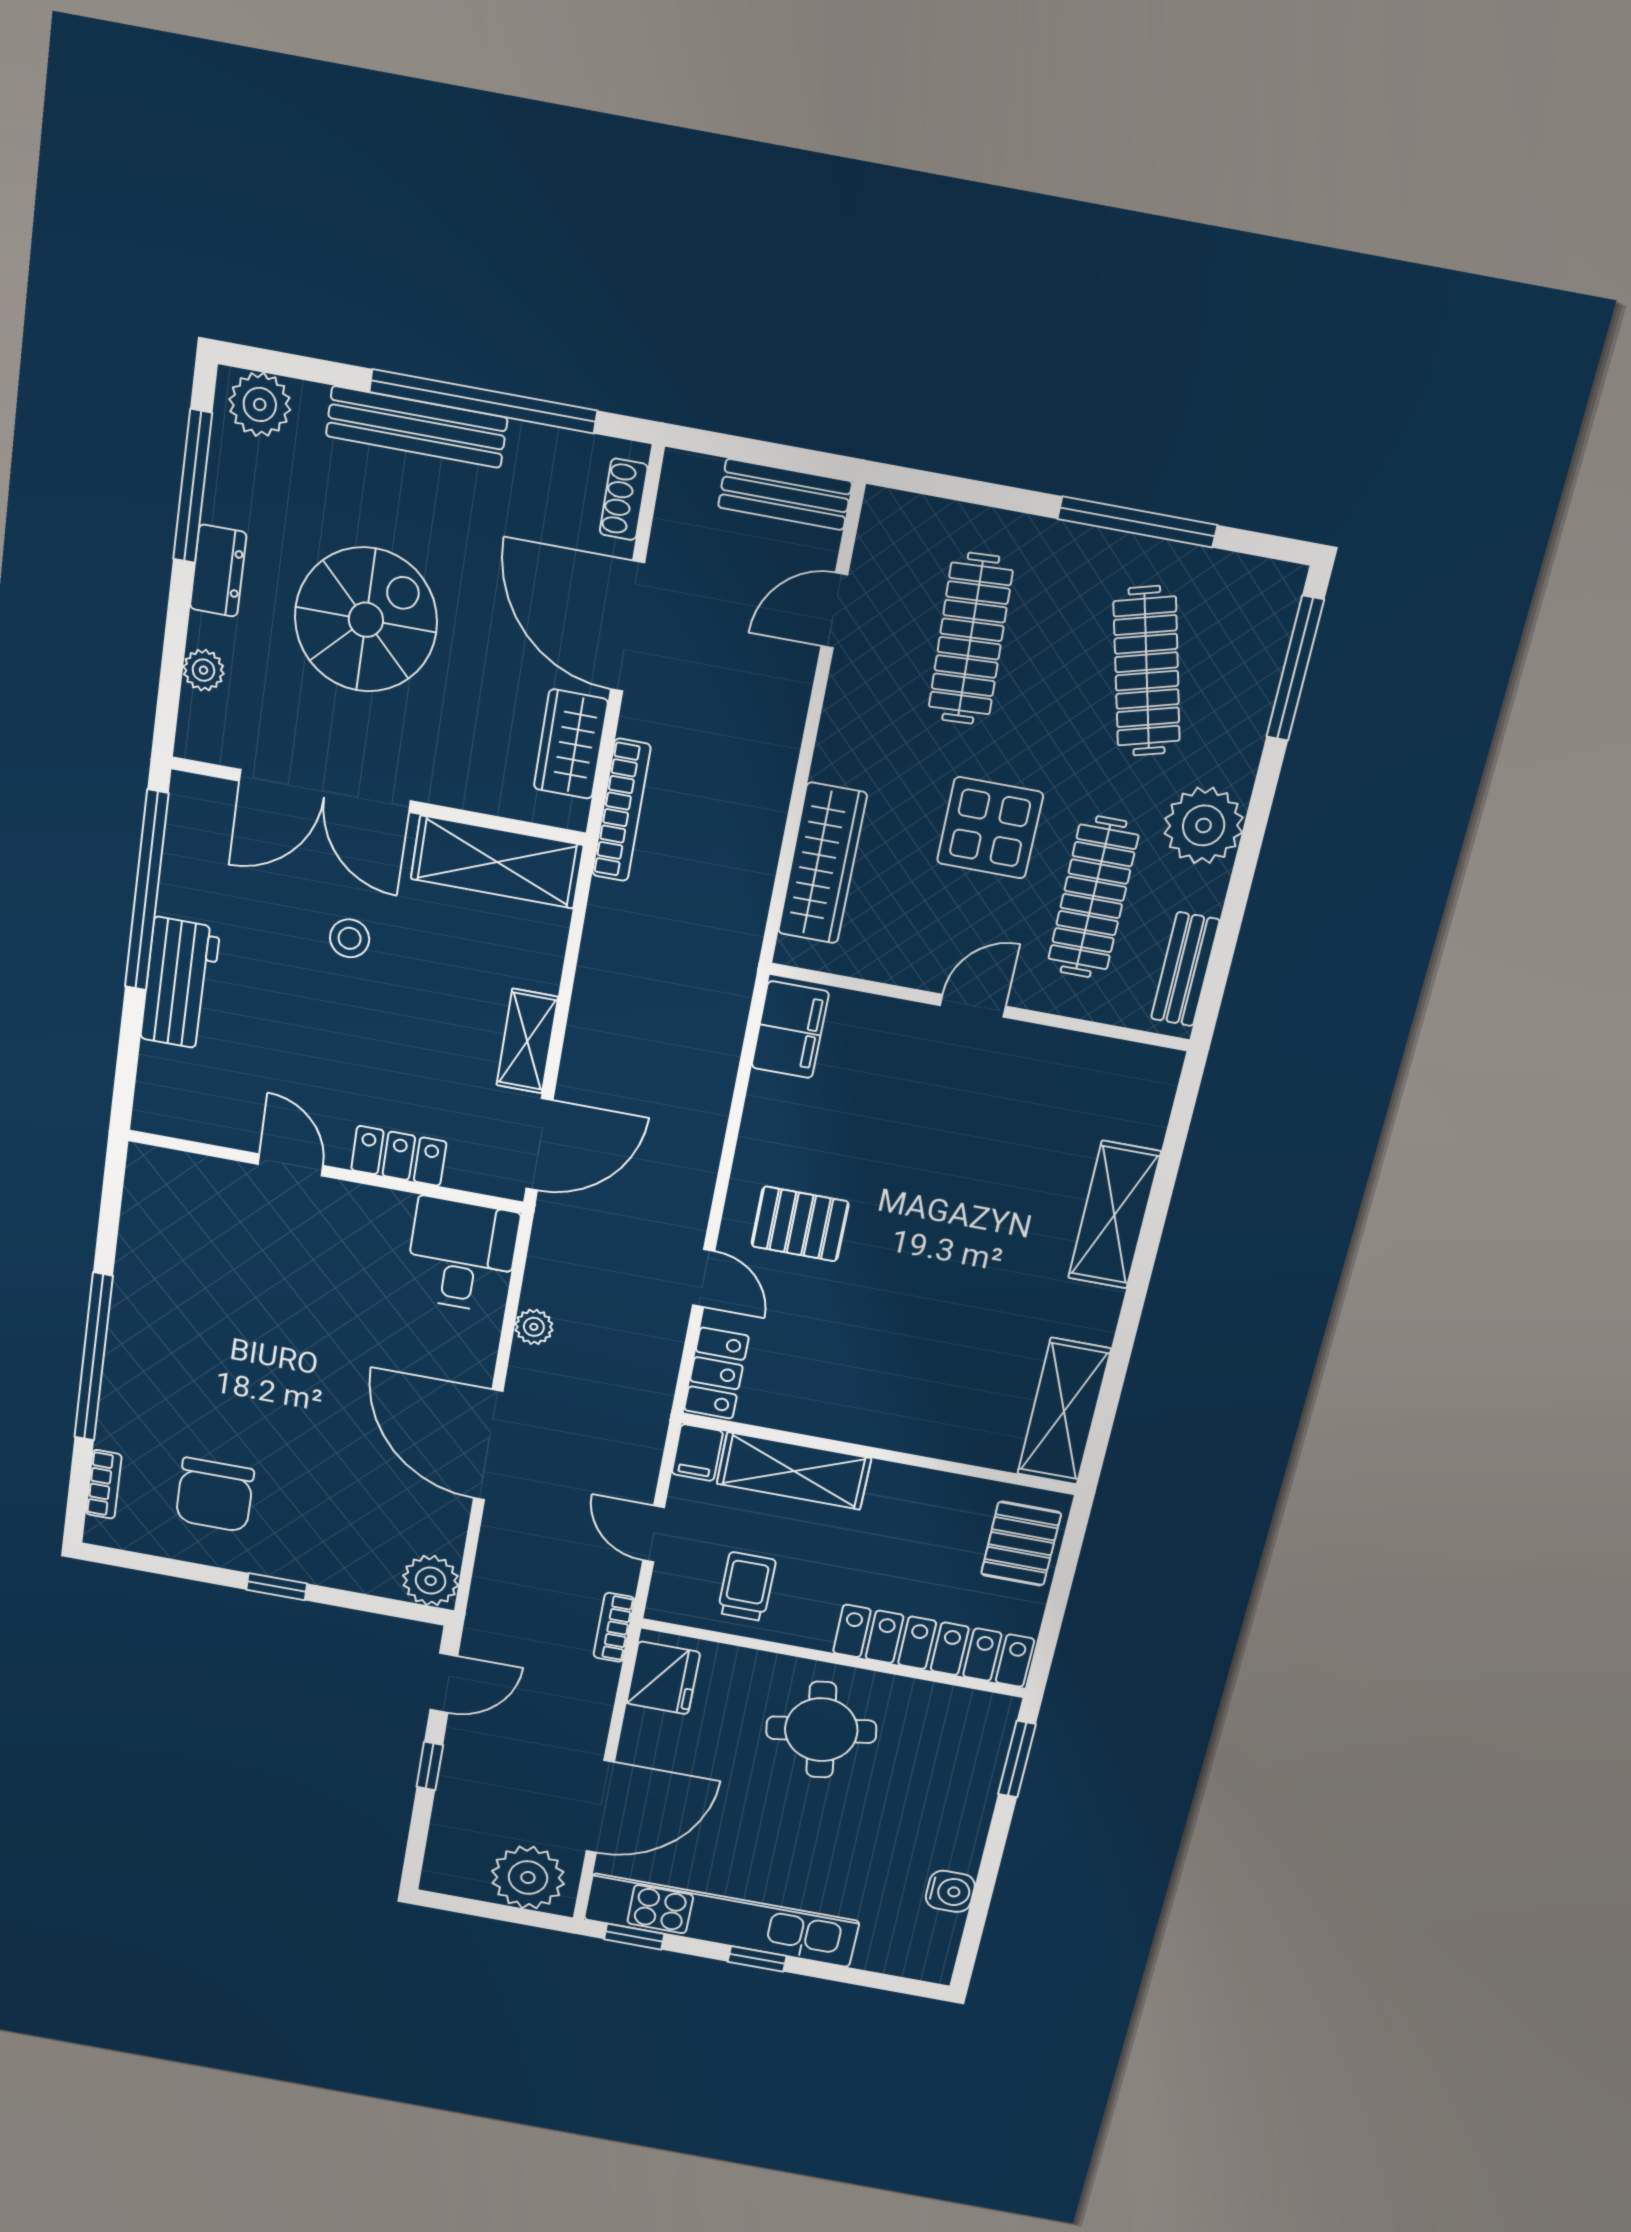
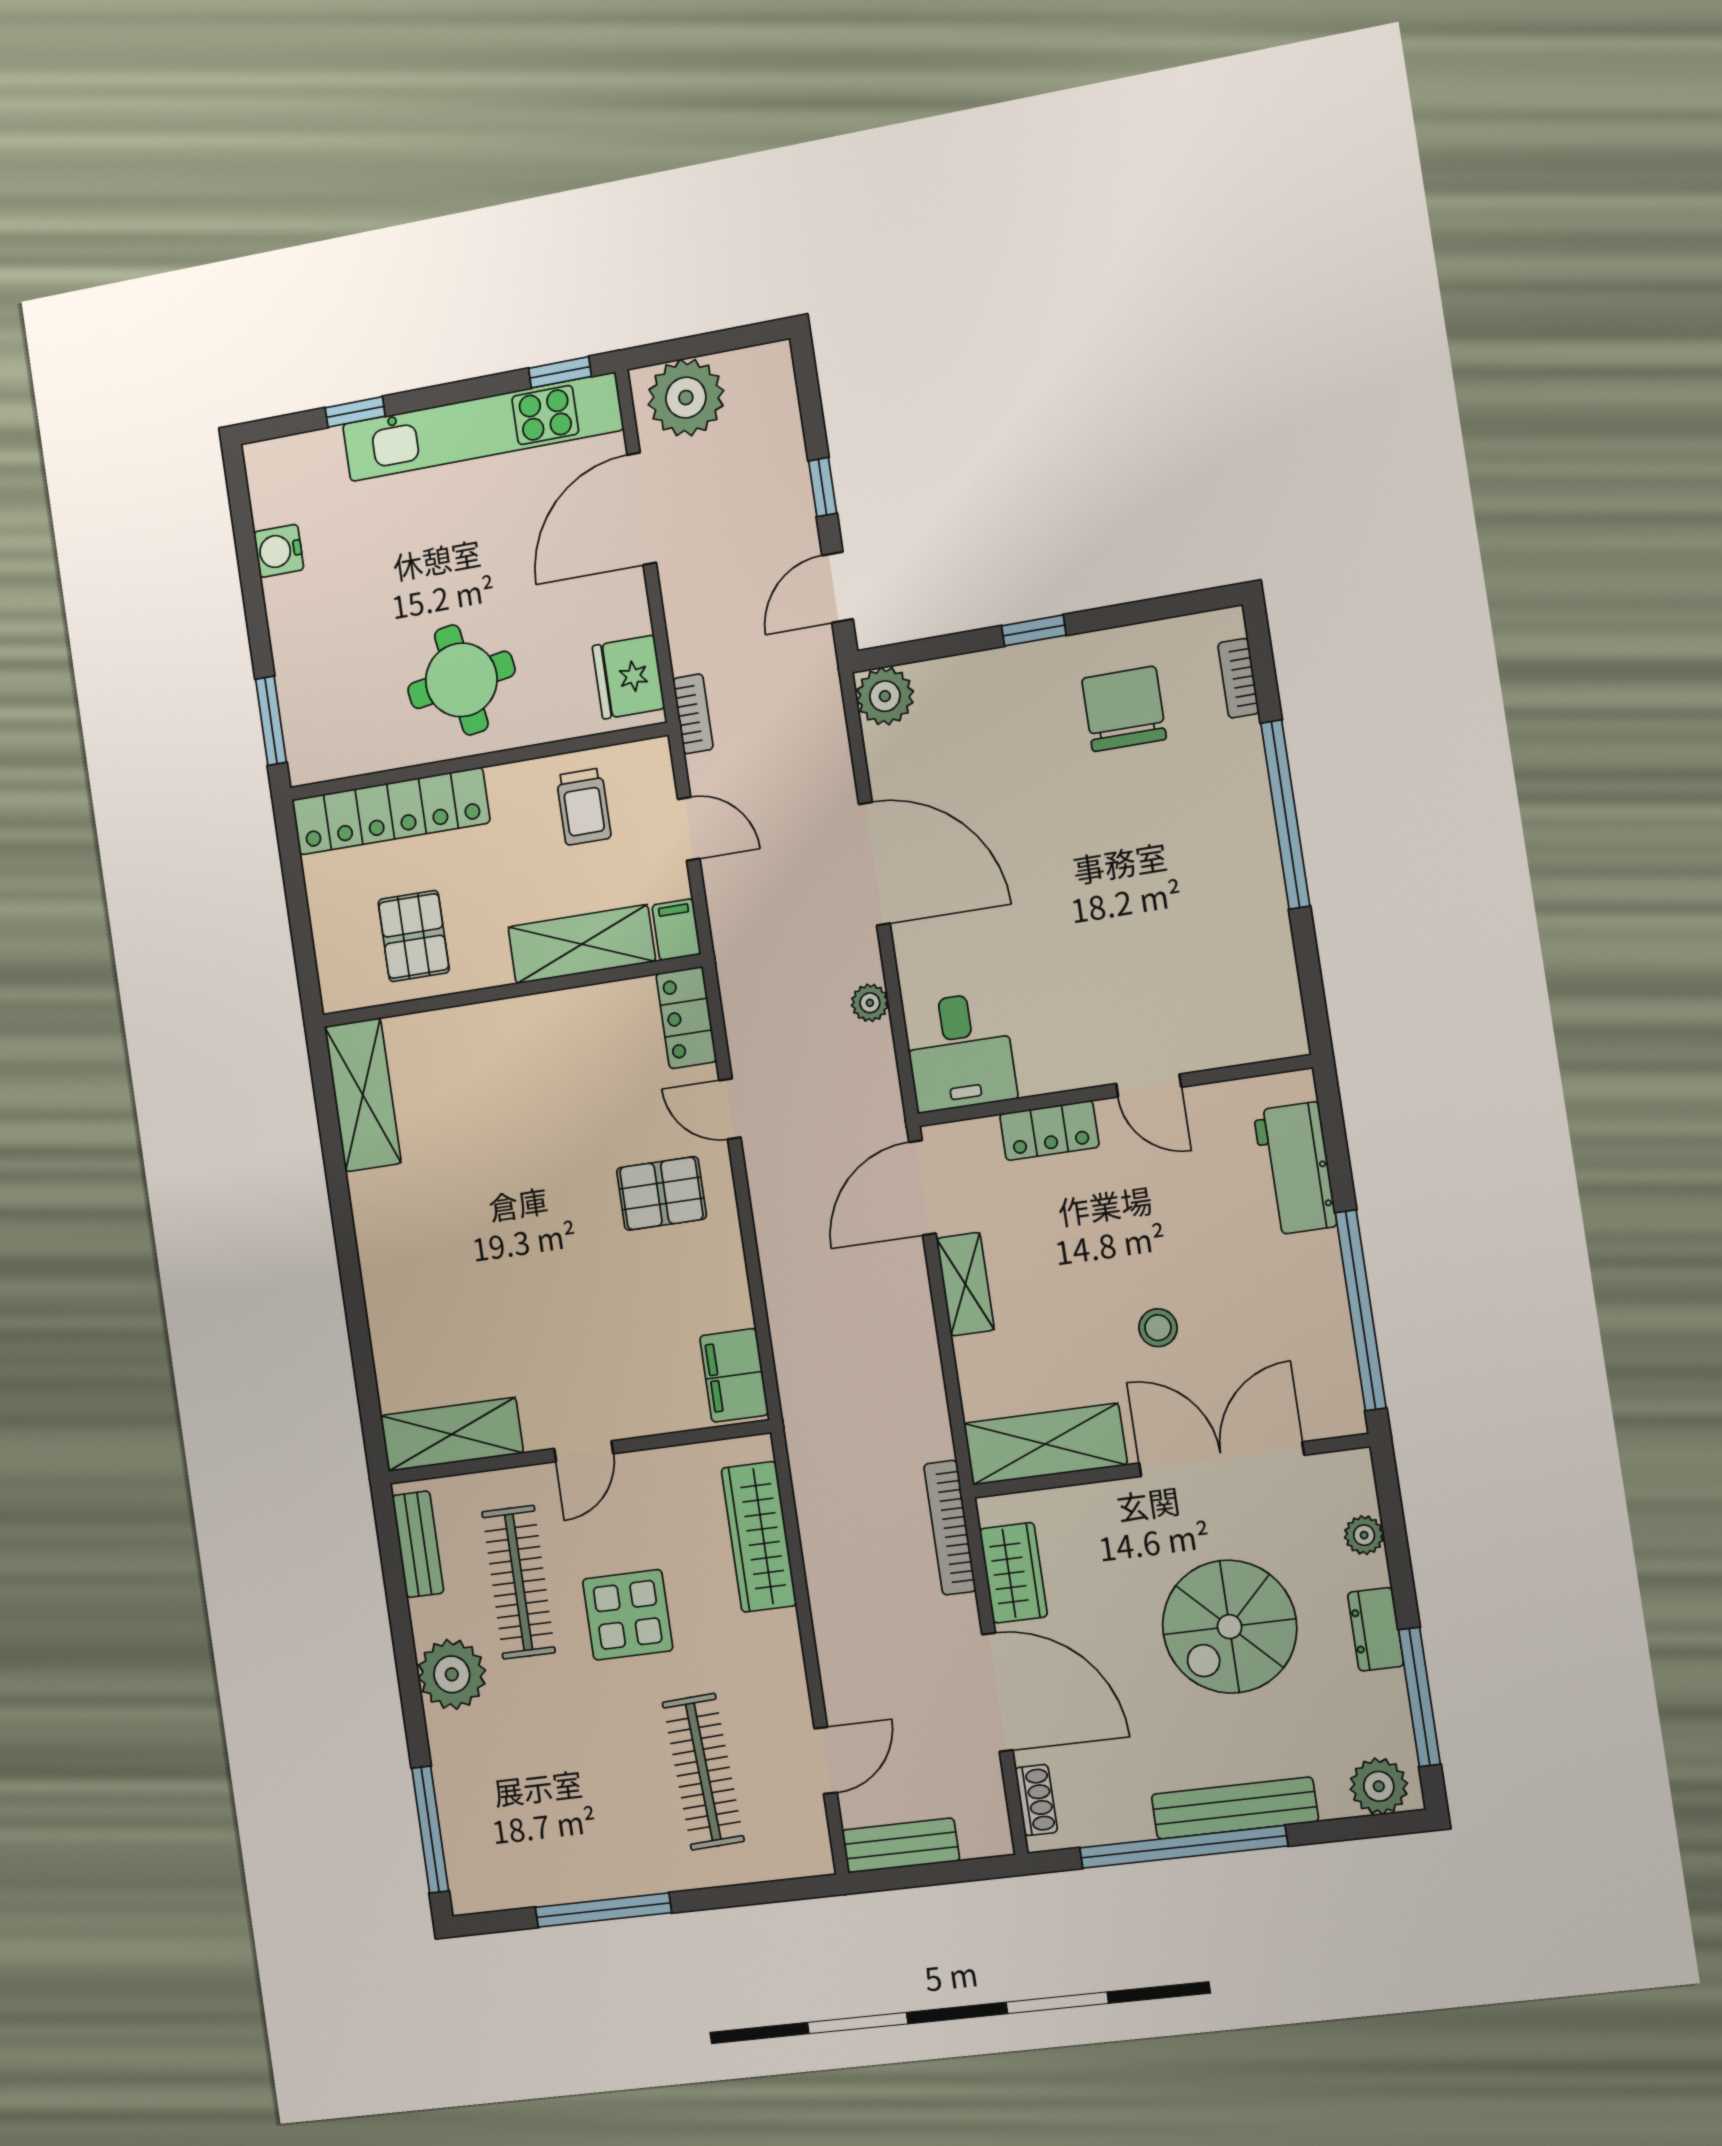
clothes rail: (1147, 671) -> (549, 1790), removed
workbench: (180, 983) -> (1295, 1168), moved
shelving: (1114, 1215) -> (452, 1434), moved, turned 90
pallet: (1021, 1544) -> (414, 936), moved
window: (757, 1959) -> (355, 412), moved

